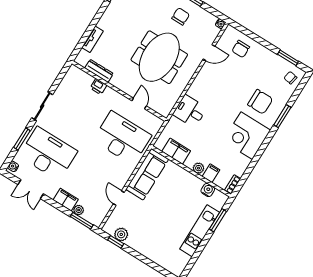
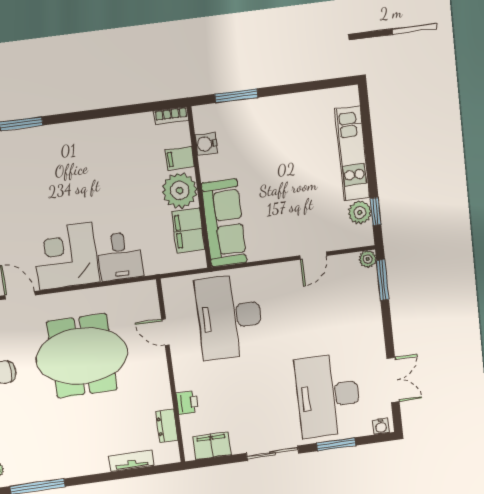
dresser: (99, 71) -> (167, 426), width x0.70
chair: (260, 102) -> (27, 171), removed
door: (139, 103) -> (165, 332), hinge flipped
corner desk: (247, 136) -> (66, 256), moved, turned 180
plant: (199, 168) -> (180, 191), width x1.88, depth x1.88
sofa: (147, 174) -> (224, 223), moved, turned 90
filing cabinet: (66, 200) -> (212, 446), moved, turned 90
plant: (79, 210) -> (368, 259), moved
kitchen unit: (200, 231) -> (352, 154), moved, turned 90

